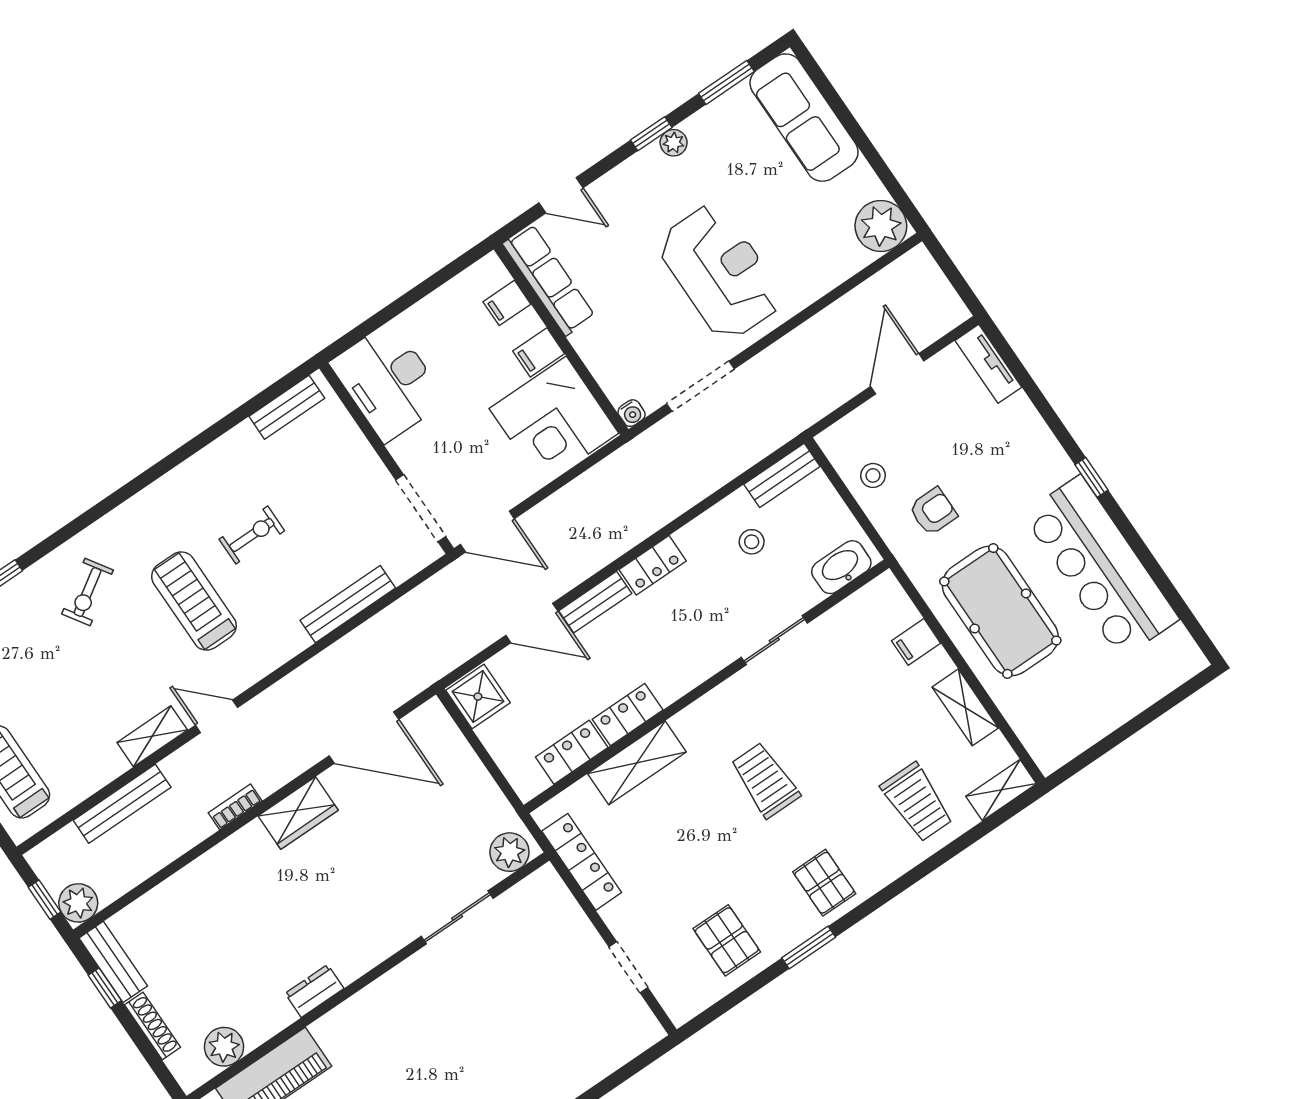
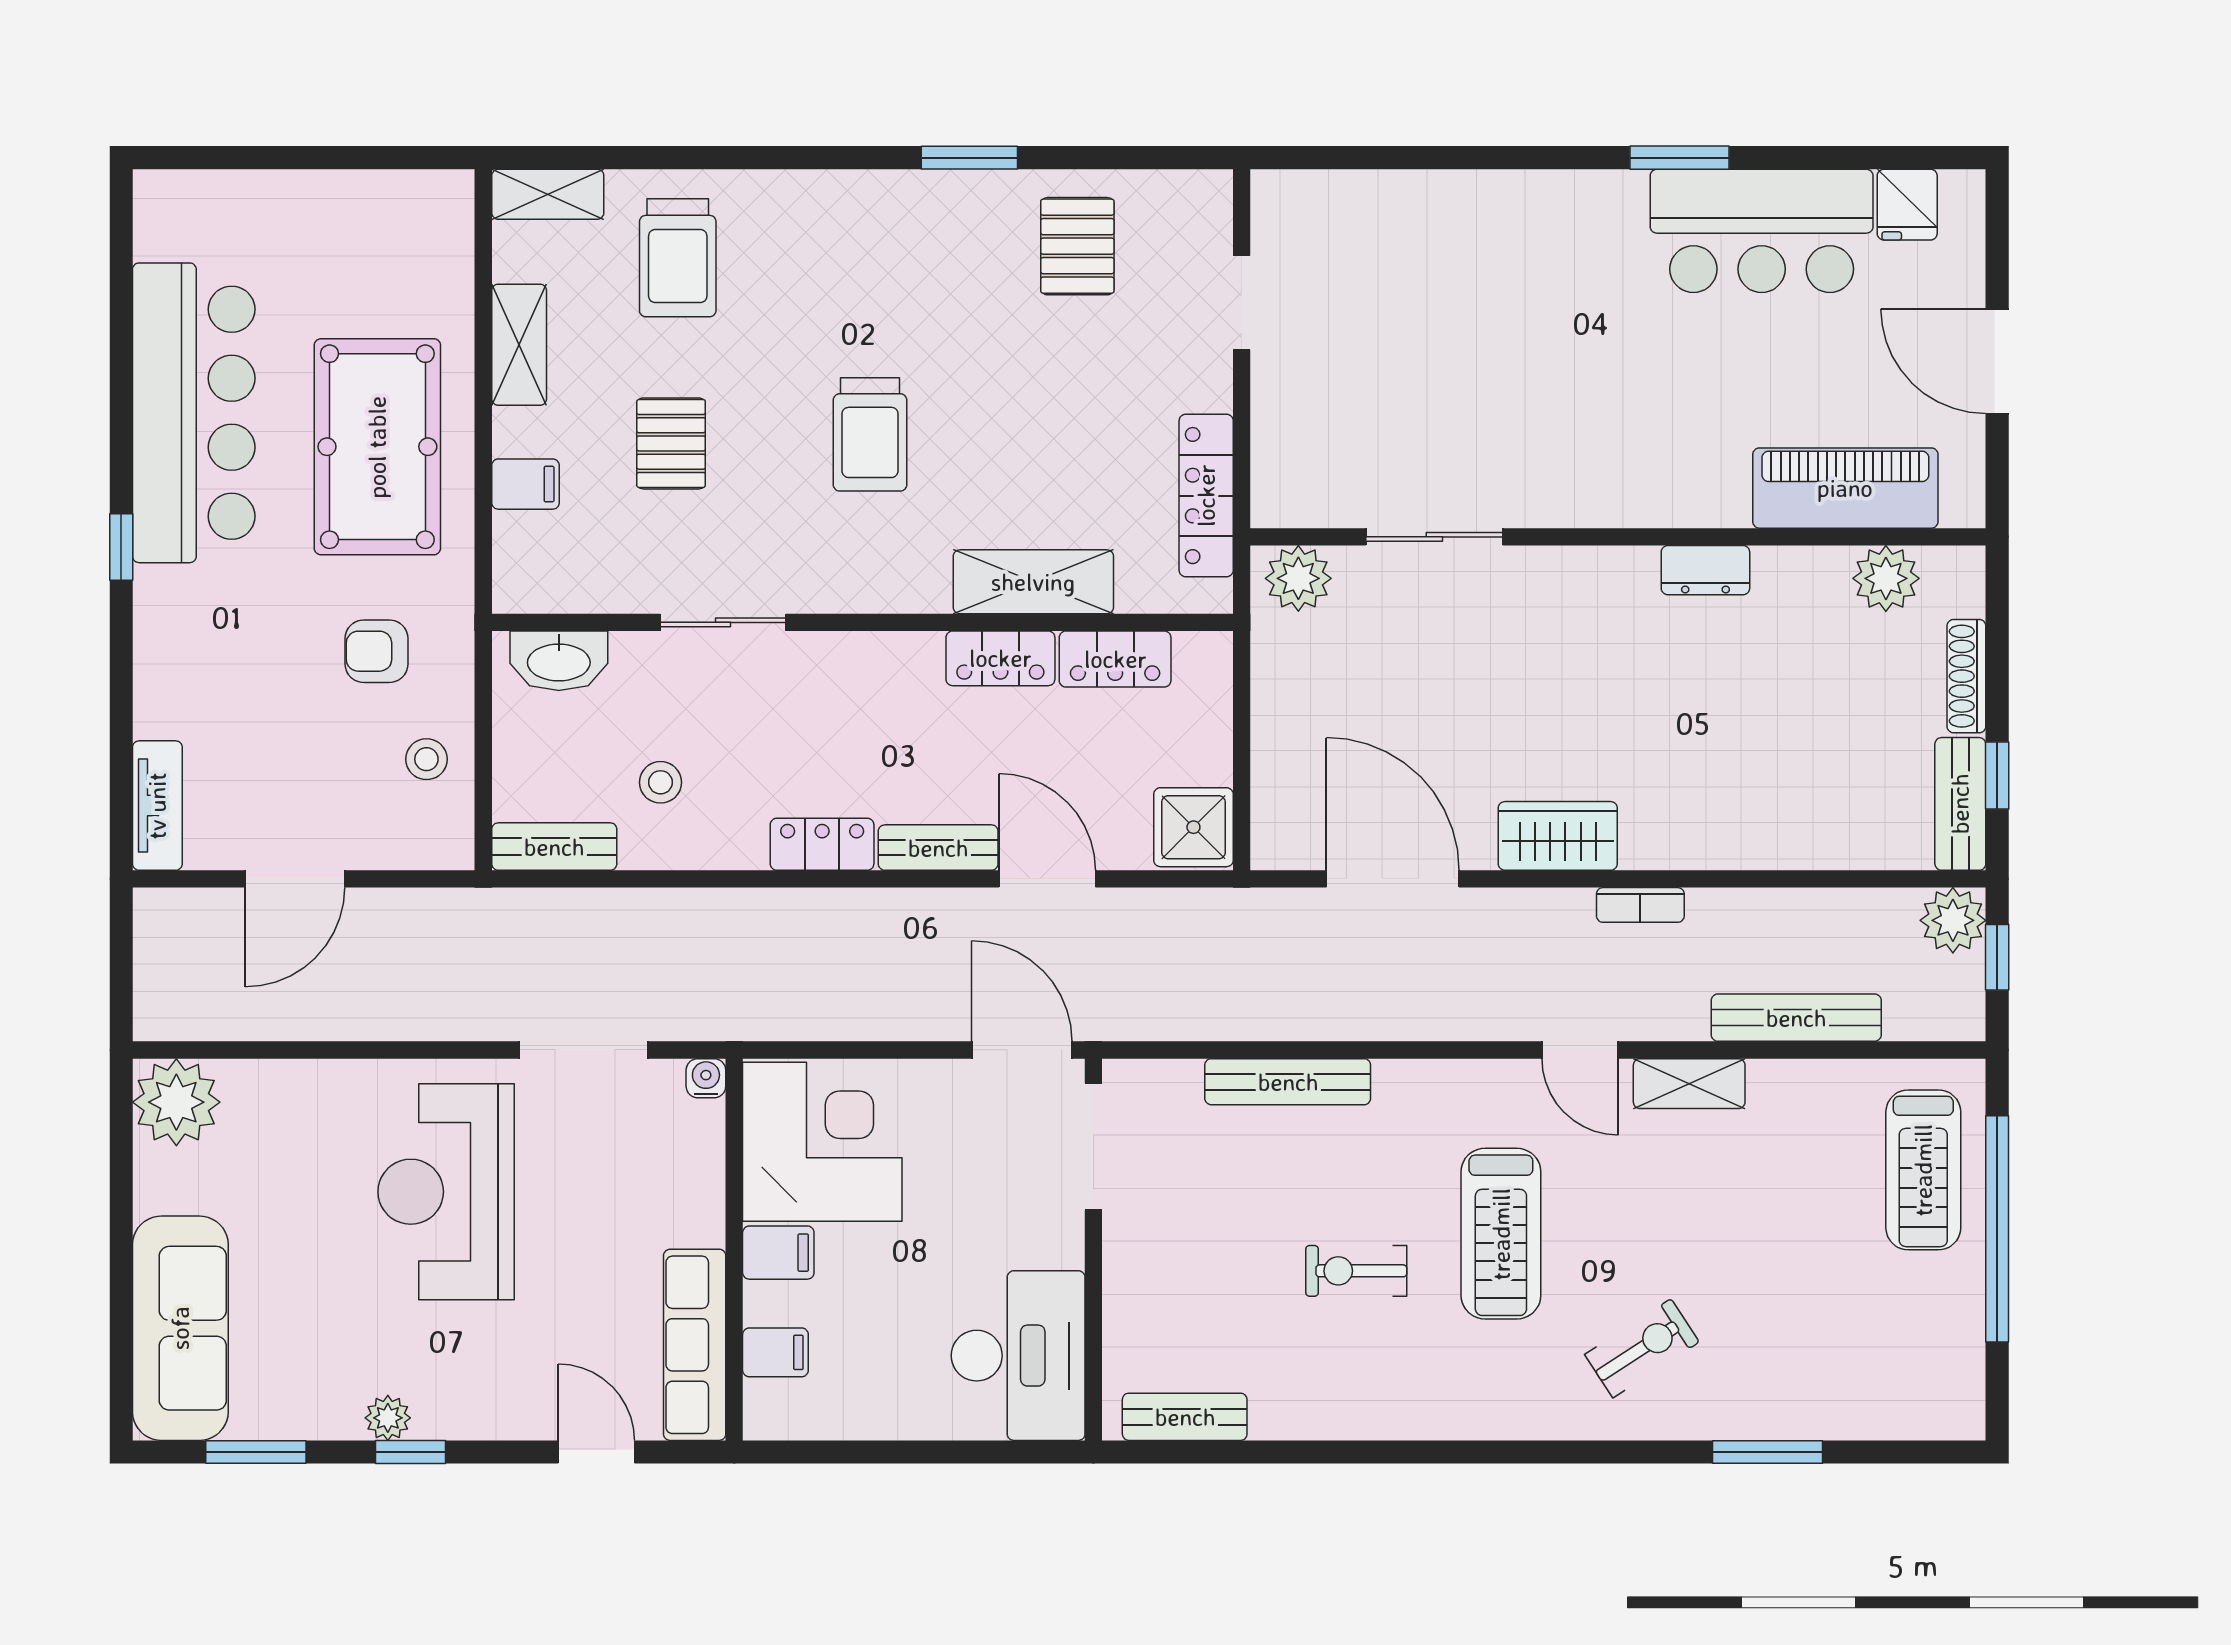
trolley: (917, 802) -> (678, 258), turned 180
pallet: (824, 883) -> (671, 443), moved

